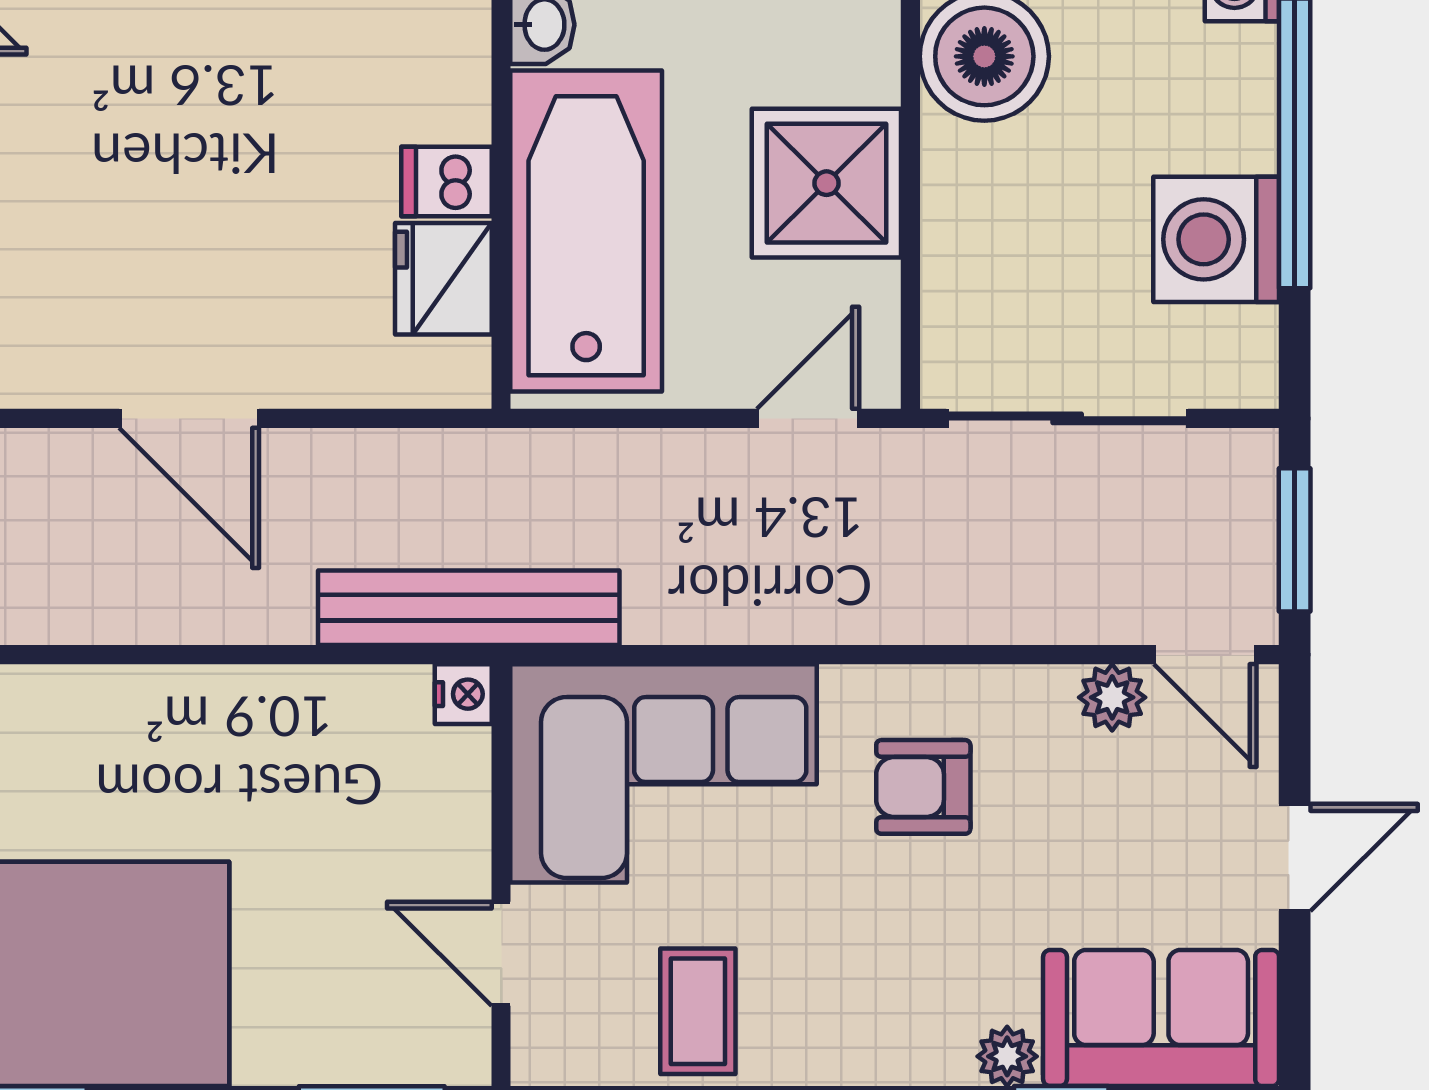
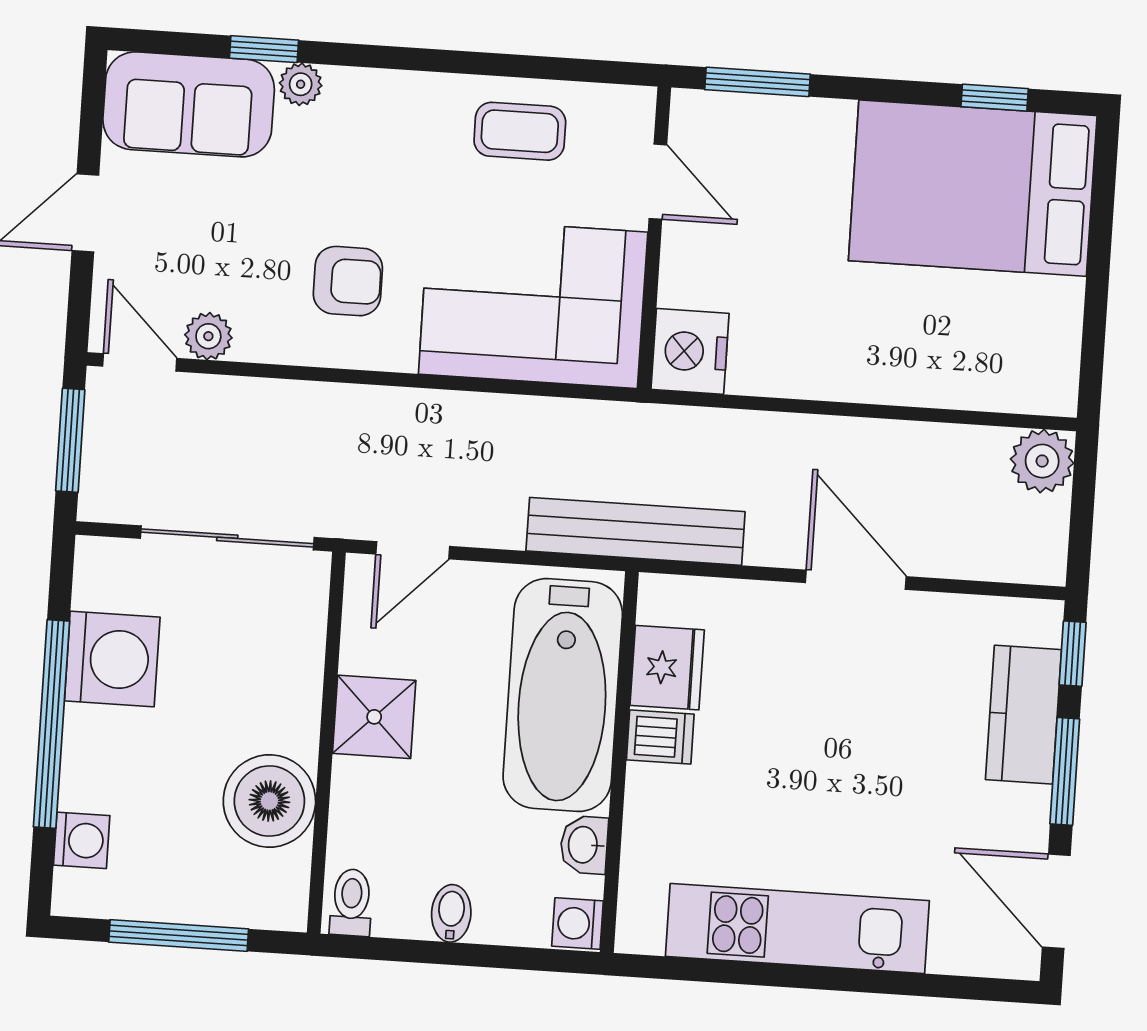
shower: (826, 183) -> (374, 717), width x0.73, depth x0.73
bench: (469, 608) -> (636, 531), moved
nightstand: (463, 694) -> (690, 351), width x1.89, depth x1.79
coffee table: (698, 1011) -> (520, 131), turned 90

